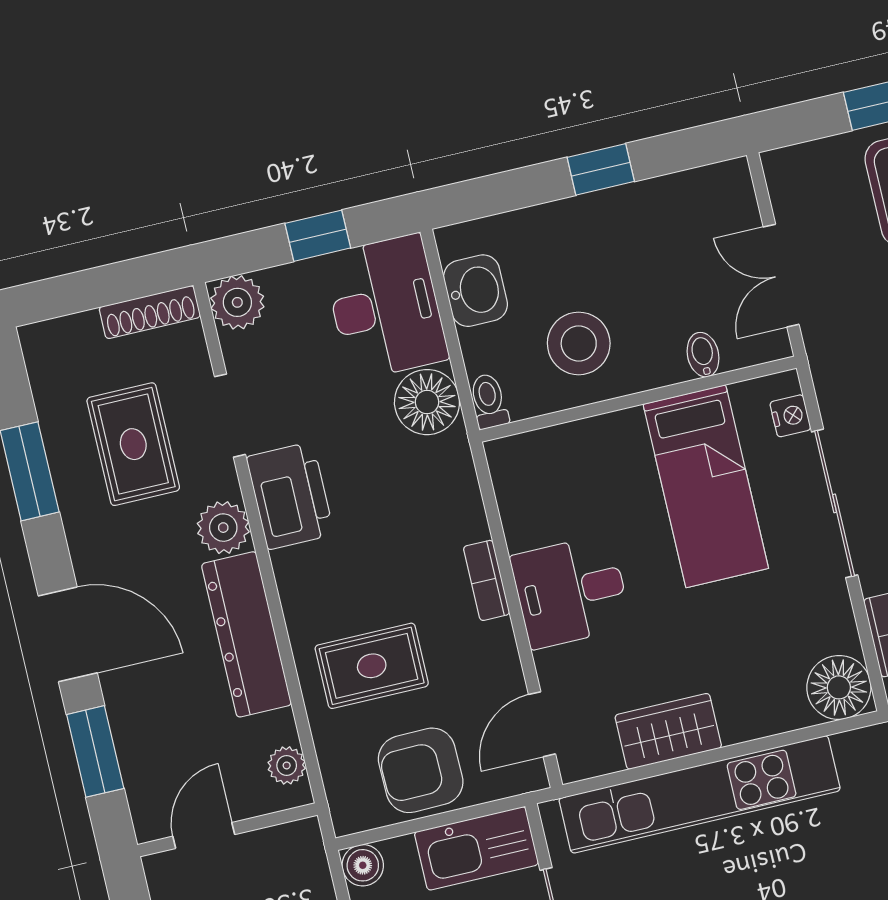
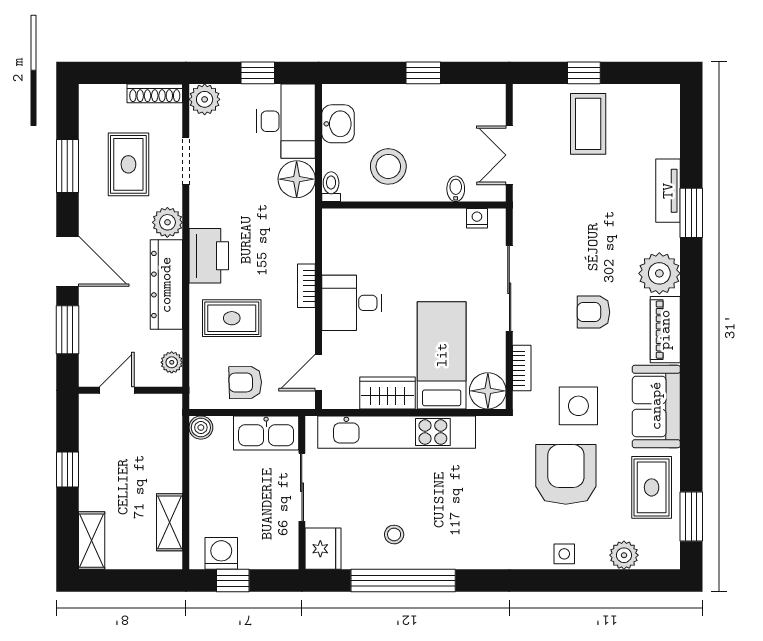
nightstand: (790, 416) -> (477, 218), moved, turned -90
bed: (706, 486) -> (442, 355), moved, turned 180
printer: (290, 496) -> (209, 256), moved
armchair: (421, 770) -> (245, 382), width x0.72, depth x0.72

